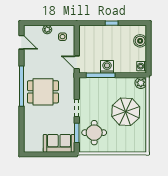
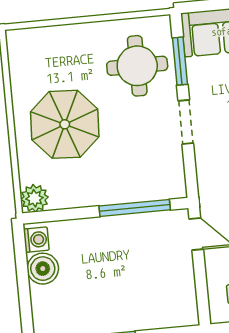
boiler: (140, 41) -> (43, 269), moved
washing machine: (107, 67) -> (121, 230), removed

